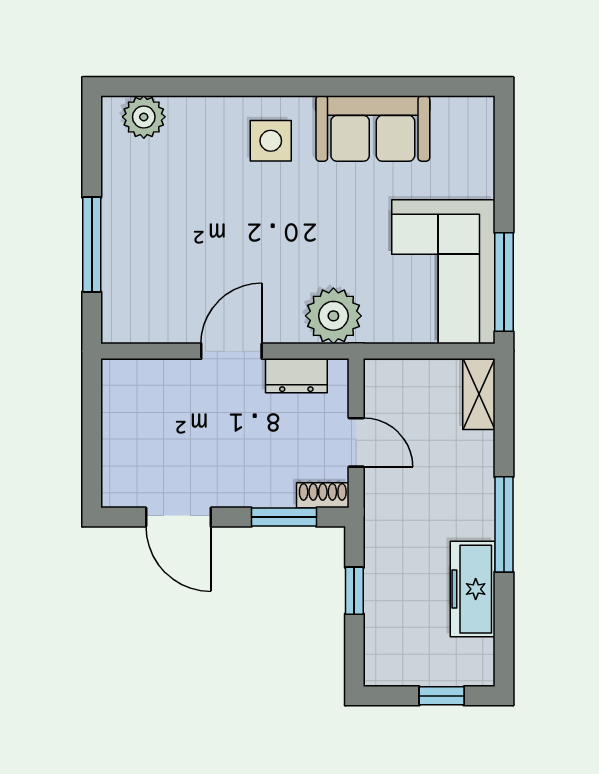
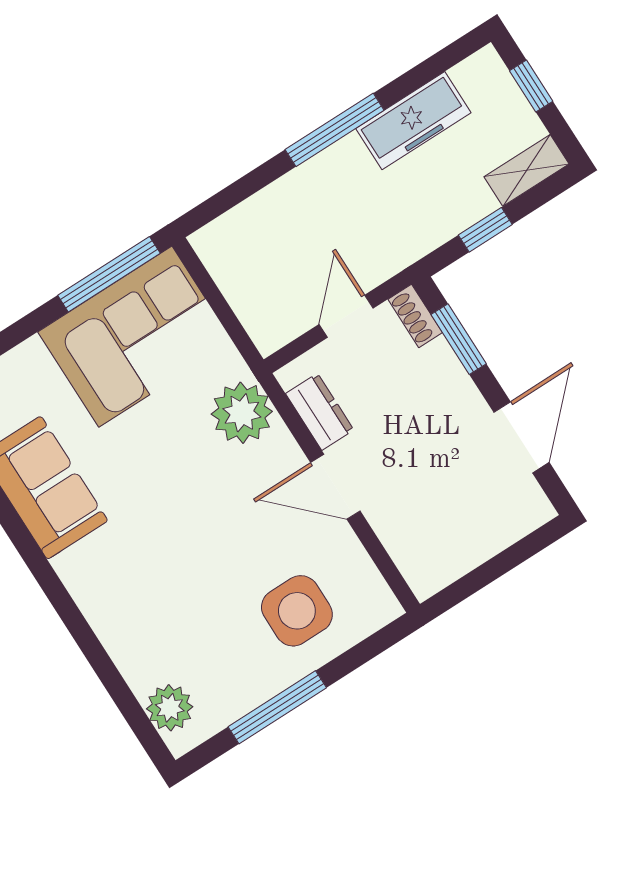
side table: (271, 141) -> (297, 611), moved, width x1.37, depth x1.37
window: (92, 245) -> (277, 707), moved
shelving: (479, 394) -> (527, 170), moved

